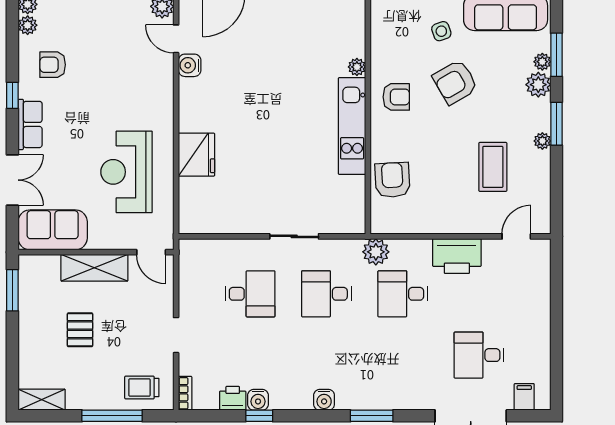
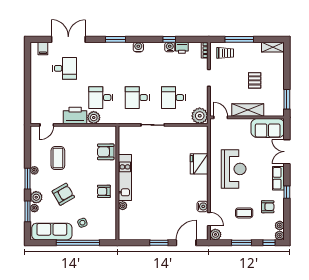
coffee table: (102, 52) -> (244, 213), added
armchair: (455, 82) -> (63, 194), moved
reception desk: (126, 172) -> (234, 169), moved
armchair: (392, 180) -> (106, 152), turned 93
plant: (376, 252) -> (94, 118), moved
plant: (195, 256) -> (200, 116), added
desk: (326, 294) -> (137, 98), turned 180
desk: (403, 294) -> (101, 98), turned 180

